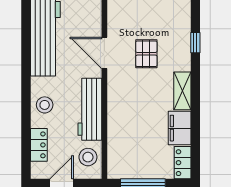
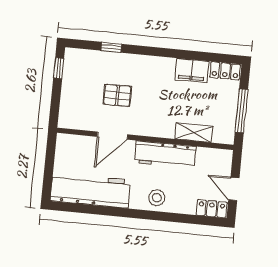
shelving: (182, 91) -> (194, 133), moved
locker: (39, 145) -> (212, 209), moved
stool: (88, 157) -> (211, 161), removed

